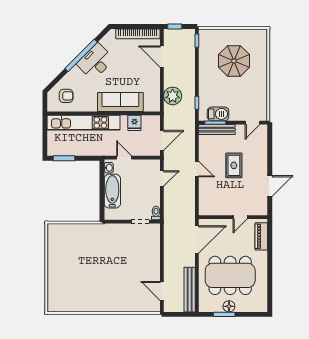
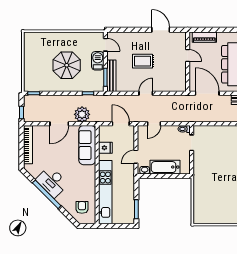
door: (162, 57) -> (59, 124), moved
parasol: (234, 61) -> (67, 65), moved
sofa: (120, 102) -> (87, 145), moved
barbecue: (218, 114) -> (98, 61), moved
door: (162, 179) -> (154, 124), swing flipped

